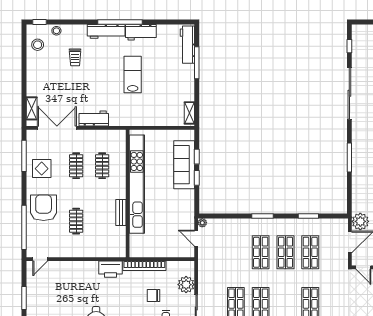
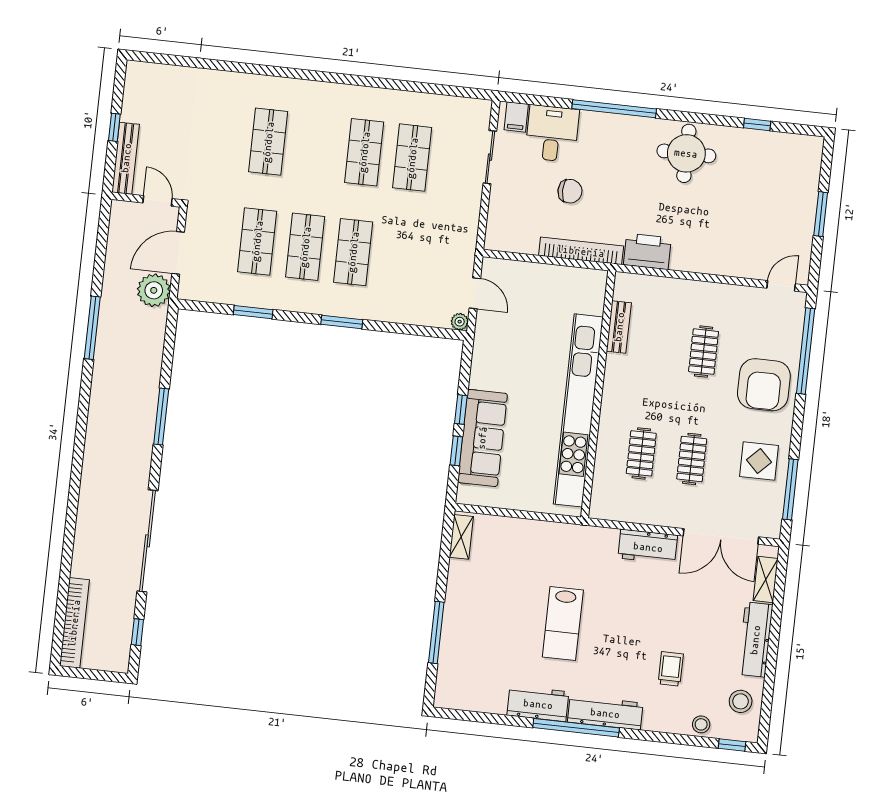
workbench: (187, 45) -> (755, 640), moved, turned 180
bench: (121, 213) -> (619, 327), moved
plant: (186, 285) -> (504, 205), removed

